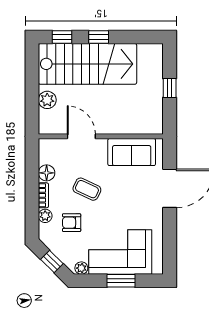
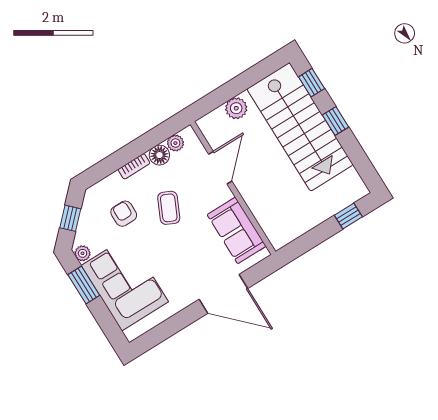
window: (170, 88) -> (348, 216), moved
plant: (45, 216) -> (175, 143), moved
window: (121, 281) -> (84, 285), moved

